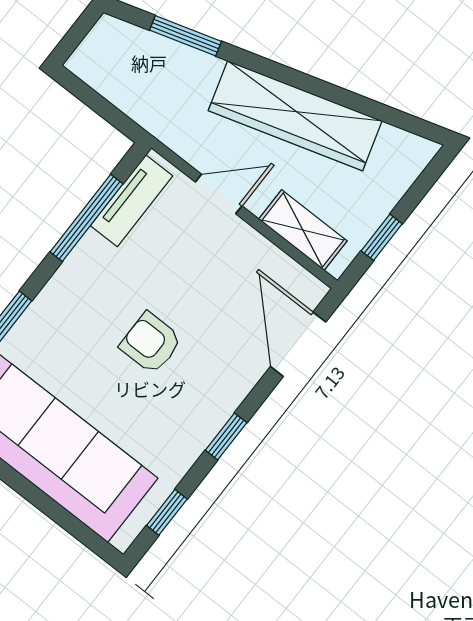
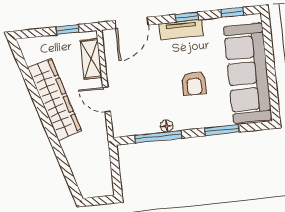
window: (186, 36) -> (63, 163), removed
tv unit: (132, 201) -> (181, 30), moved, turned 180
floor lamp: (91, 246) -> (167, 126), added
armchair: (151, 343) -> (194, 83), moved

